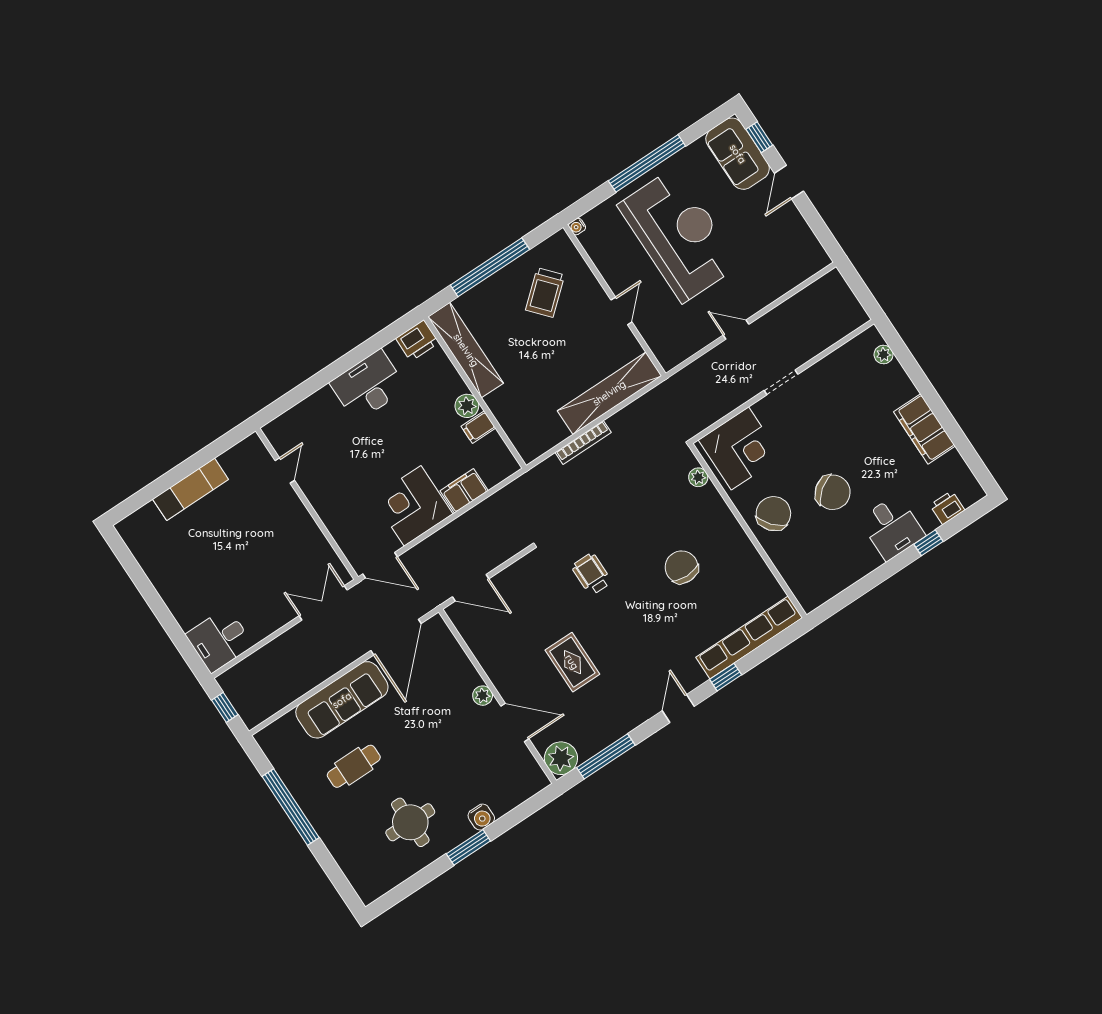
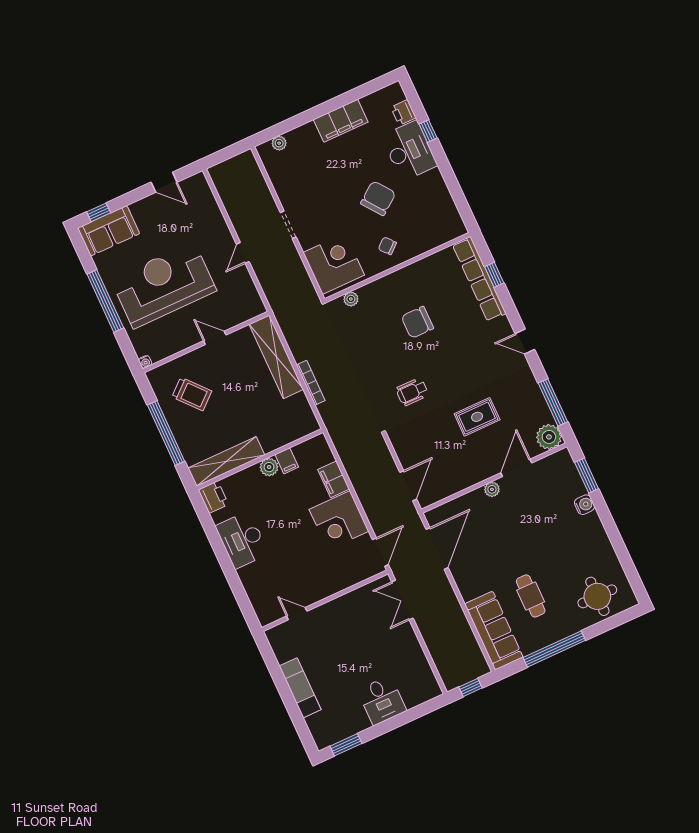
door: (789, 182) -> (164, 182), moved
chair: (773, 514) -> (387, 246), width x0.54, depth x0.54
desk: (892, 528) -> (409, 151), width x1.37
window: (127, 559) -> (346, 745), added
door: (396, 637) -> (437, 548), hinge flipped
desk: (219, 640) -> (382, 700), moved
window: (726, 677) -> (494, 275), moved
sofa: (342, 700) -> (494, 631), moved
round table: (410, 822) -> (597, 596), moved
window: (468, 847) -> (587, 476), moved

